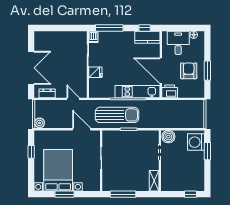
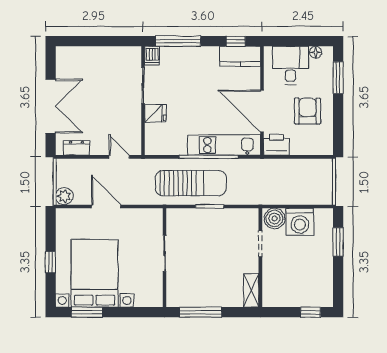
window: (207, 71) -> (338, 78), moved
door: (82, 129) -> (106, 206), moved
washing machine: (196, 142) -> (300, 222), moved, turned -90
window: (31, 152) -> (51, 262), moved
window: (64, 194) -> (87, 312), moved

